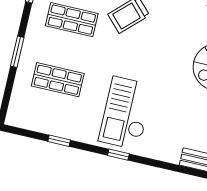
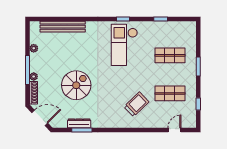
checkout: (126, 113) -> (124, 45), turned 180

